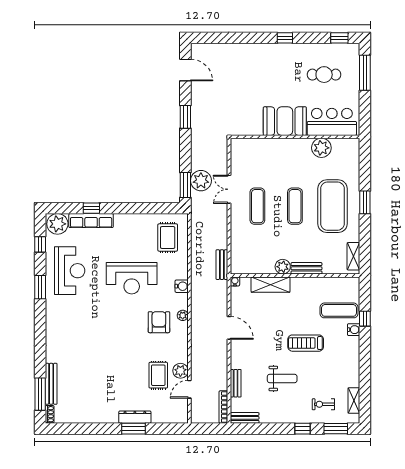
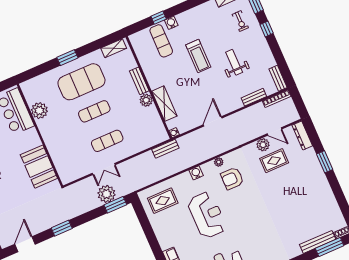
booth: (285, 121) -> (39, 167), moved
dresser: (135, 417) -> (302, 136), moved

